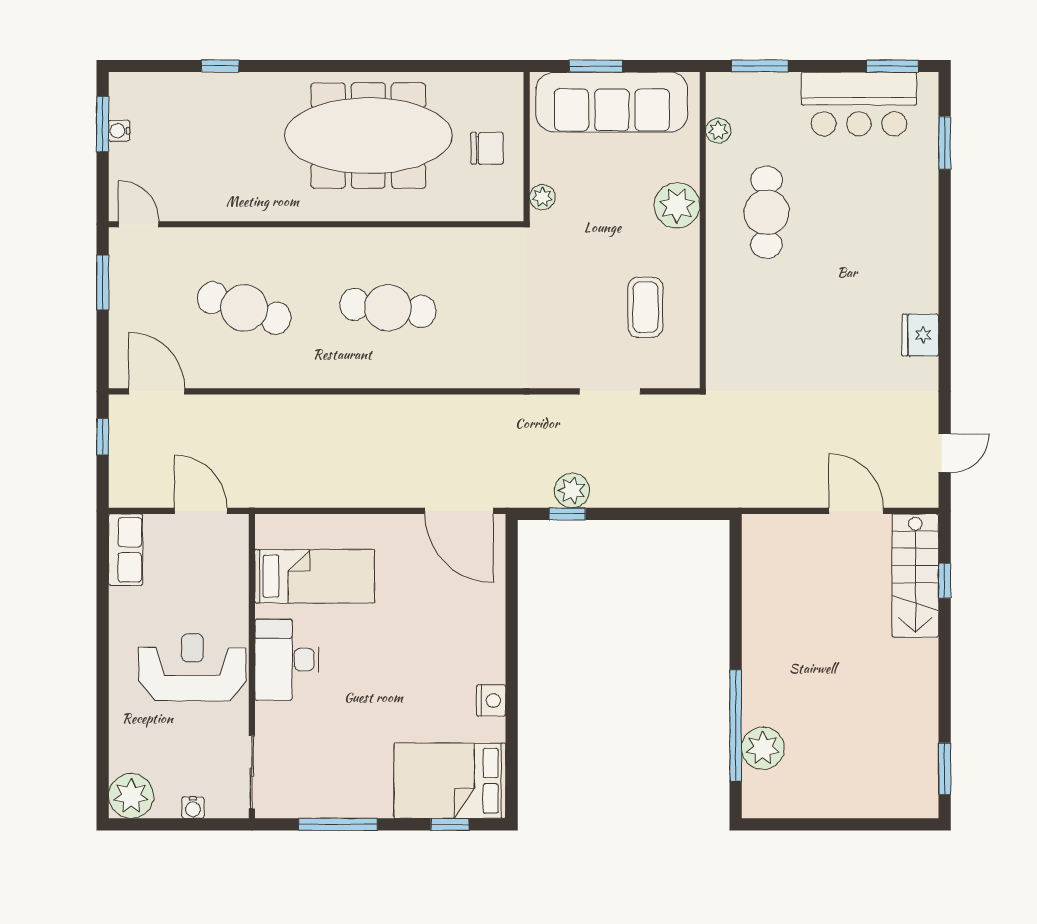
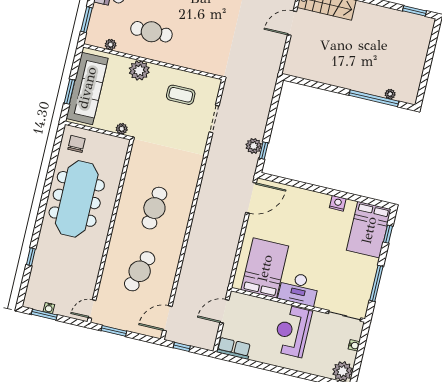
chair: (487, 148) -> (77, 144), moved
bed: (315, 576) -> (265, 268), width x1.50
plant: (763, 748) -> (390, 94), width x0.53, depth x0.53

